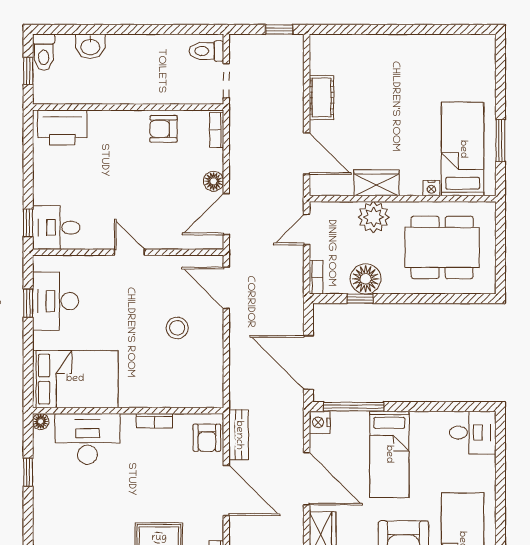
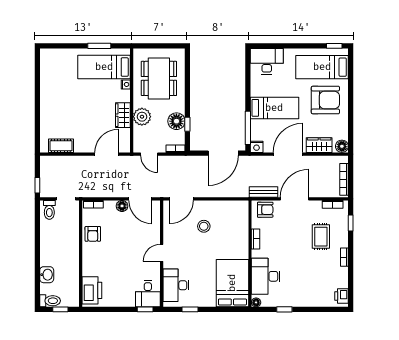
window: (279, 29) -> (37, 185), moved
cot: (321, 97) -> (61, 146), moved
desk: (56, 301) -> (176, 285), moved, turned 90
desk: (473, 433) -> (267, 61), width x1.37

